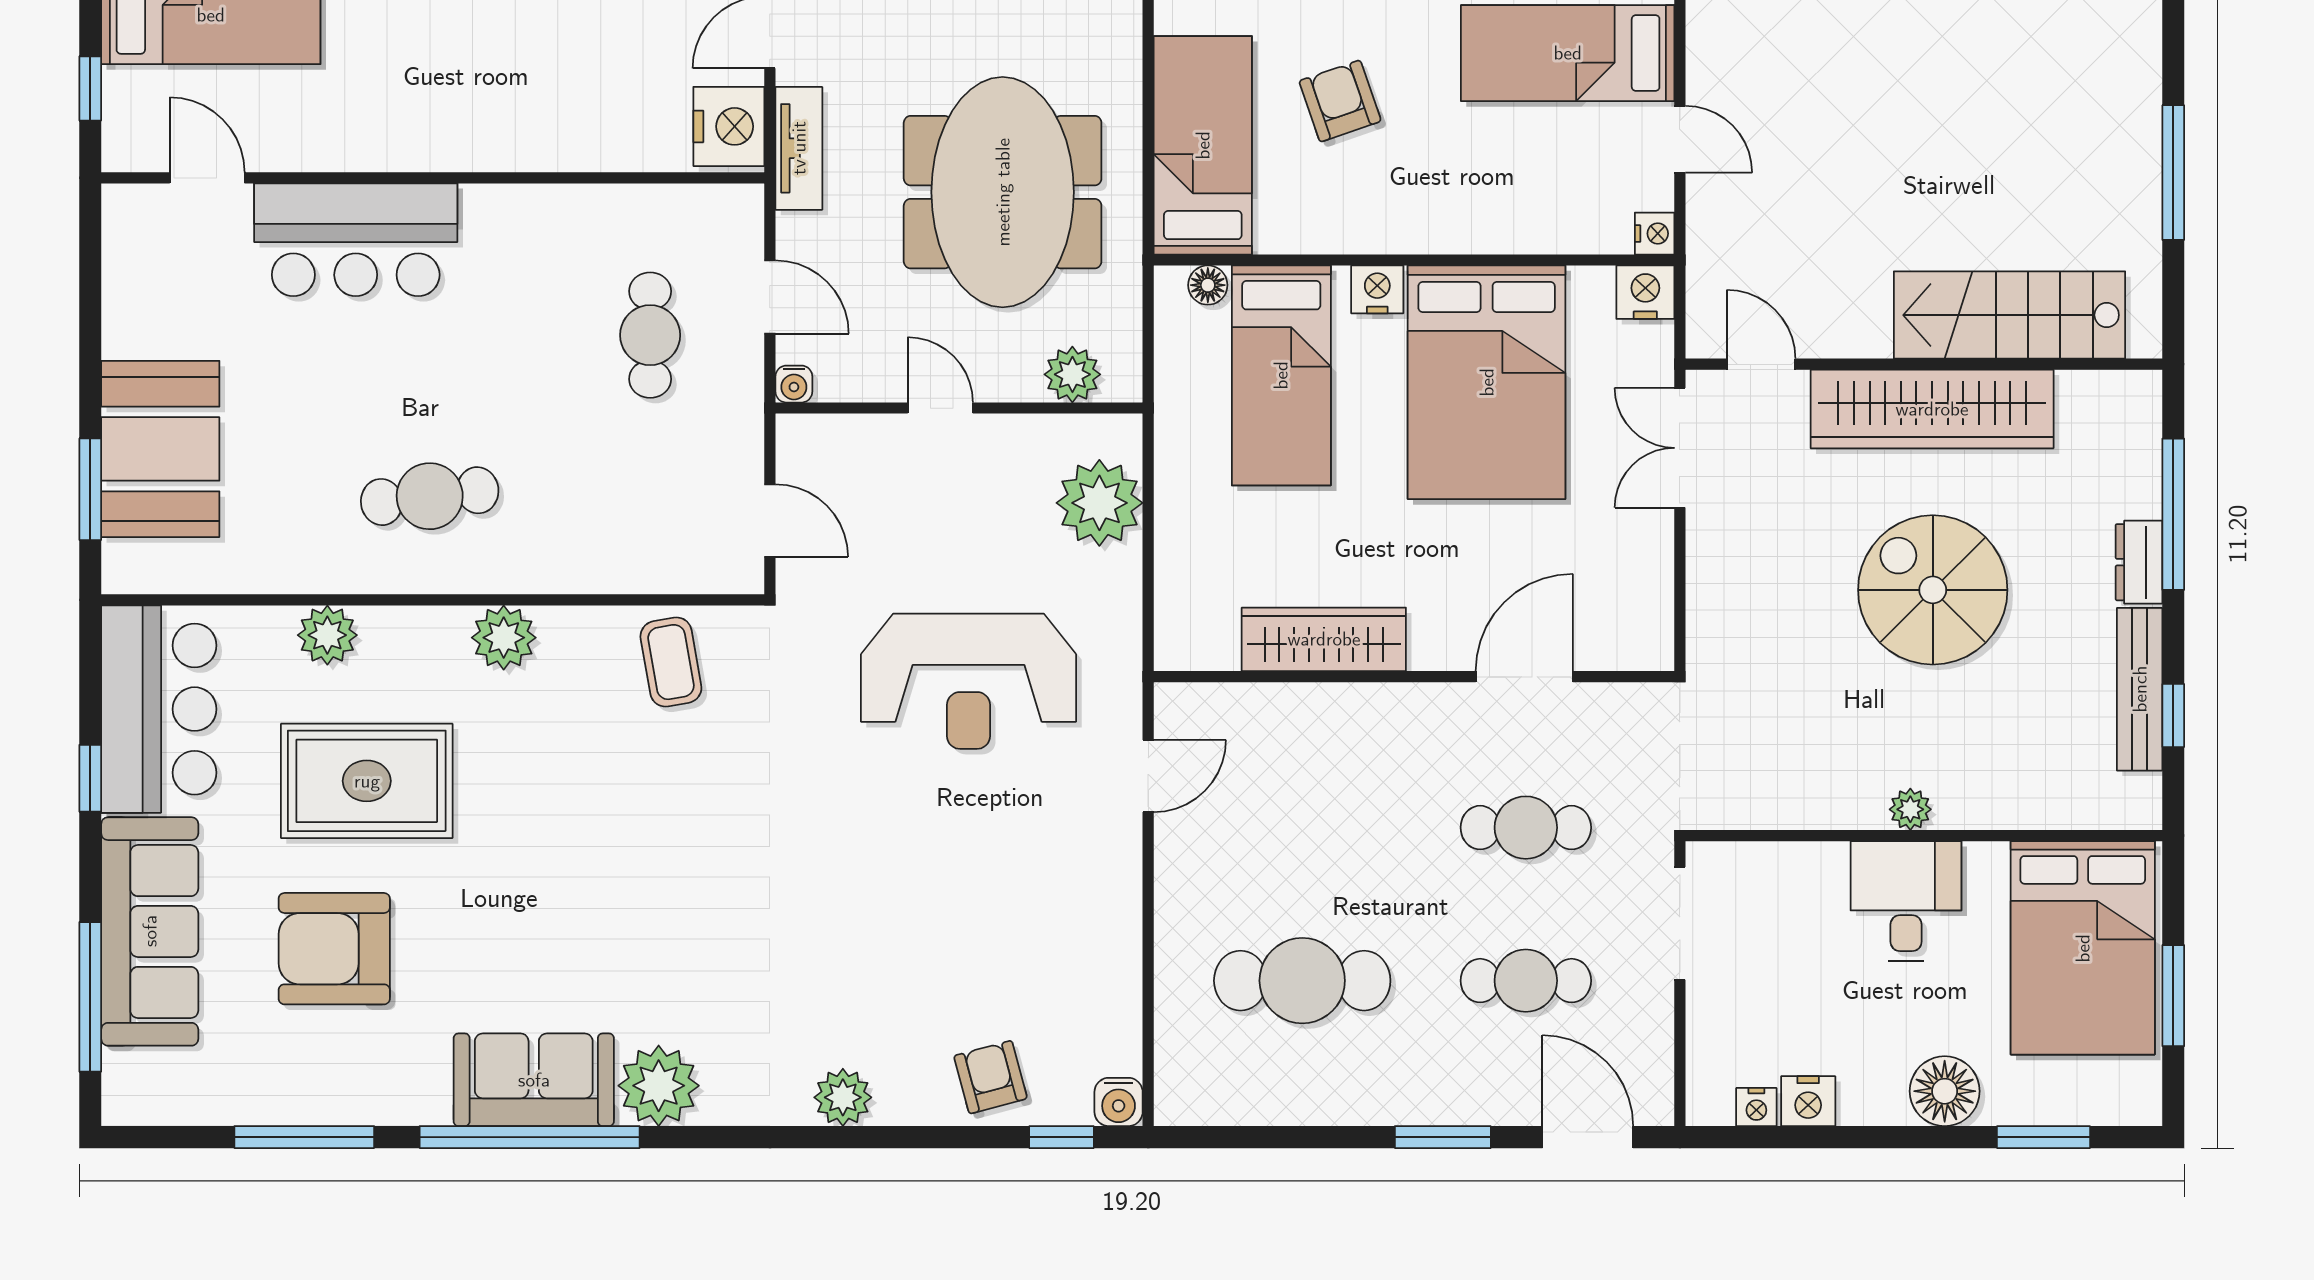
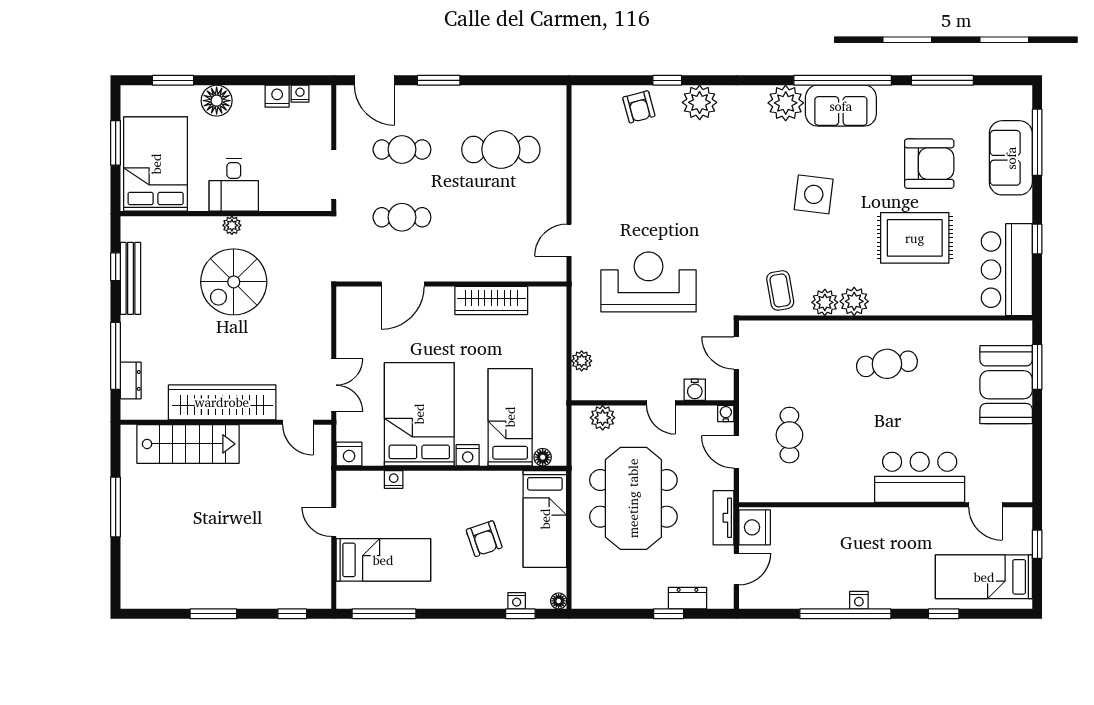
nightstand: (1655, 234) -> (394, 480), moved, turned 90
plant: (1099, 503) -> (582, 361), width x0.53, depth x0.53
dresser: (2139, 562) -> (131, 380), moved
spiral stairs: (1933, 590) -> (234, 282), moved, turned 90
plant: (327, 635) -> (825, 302), moved
side table: (595, 879) -> (814, 194), added
sofa: (150, 931) -> (1011, 158), width x0.73
plant: (843, 1097) -> (700, 102), width x1.36, depth x1.36
water cooler: (1119, 1102) -> (695, 390), moved, turned 180
window: (1062, 1137) -> (667, 80), moved

